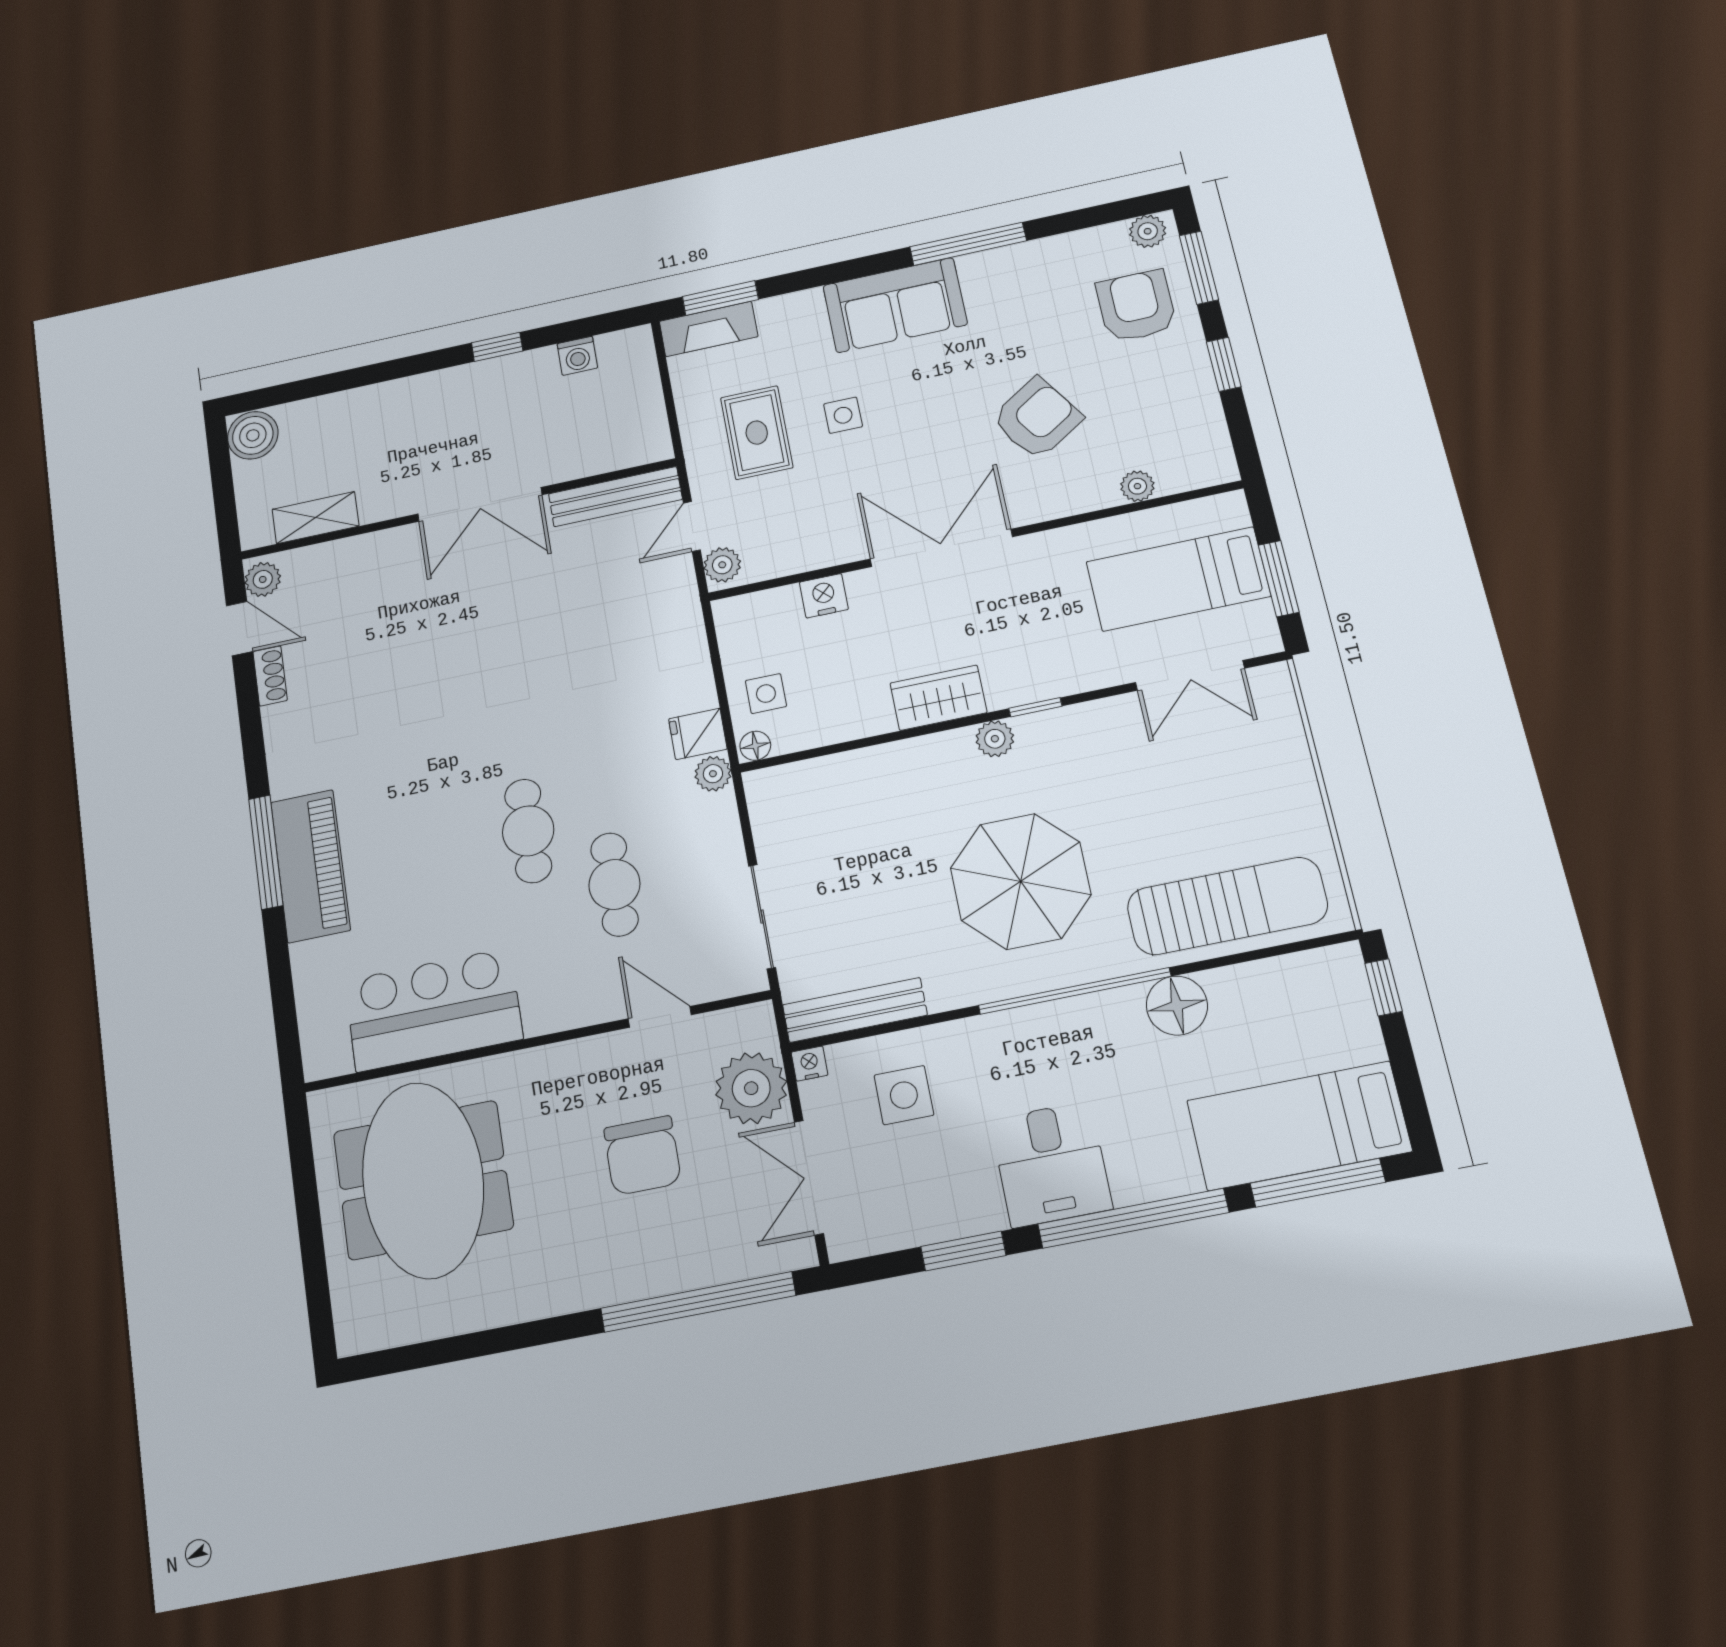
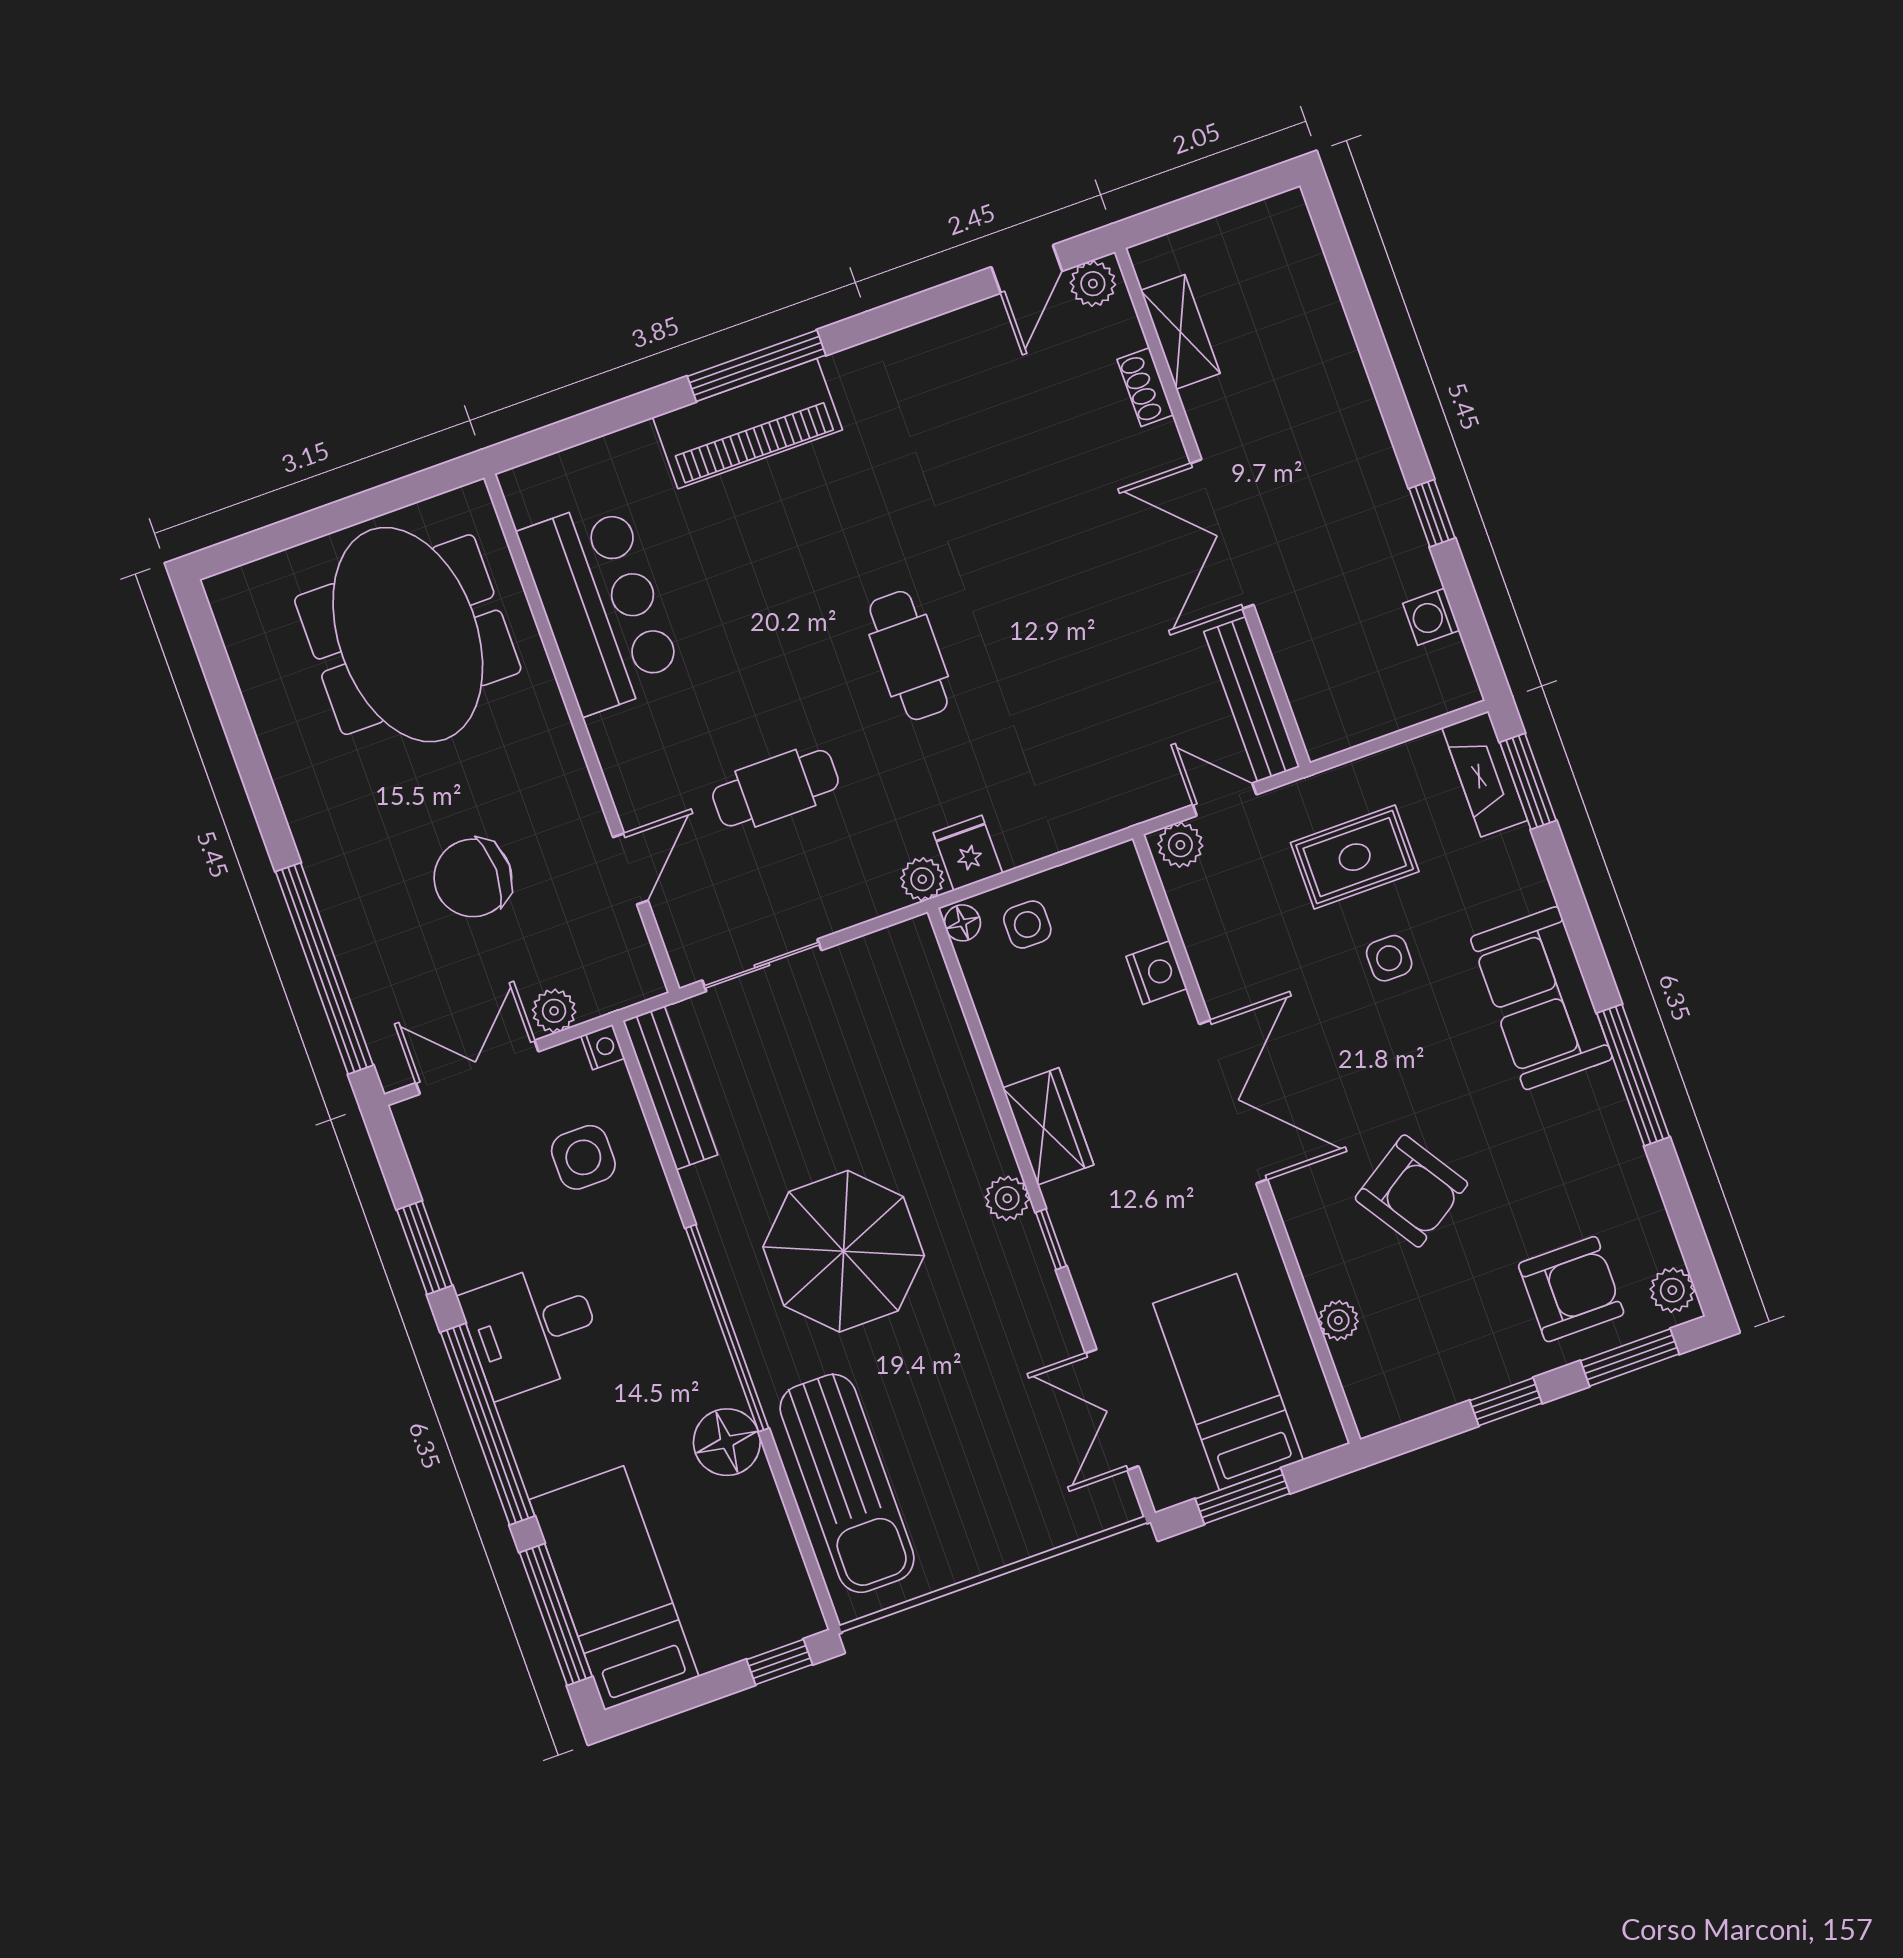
boiler: (253, 435) -> (1279, 227), removed
shoe rack: (270, 676) -> (1145, 387), moved, turned 90
cafe table: (528, 831) -> (909, 656), moved, turned 90
plant: (751, 1088) -> (554, 1011), width x0.53, depth x0.53
meeting table: (423, 1180) -> (408, 635), turned 90

